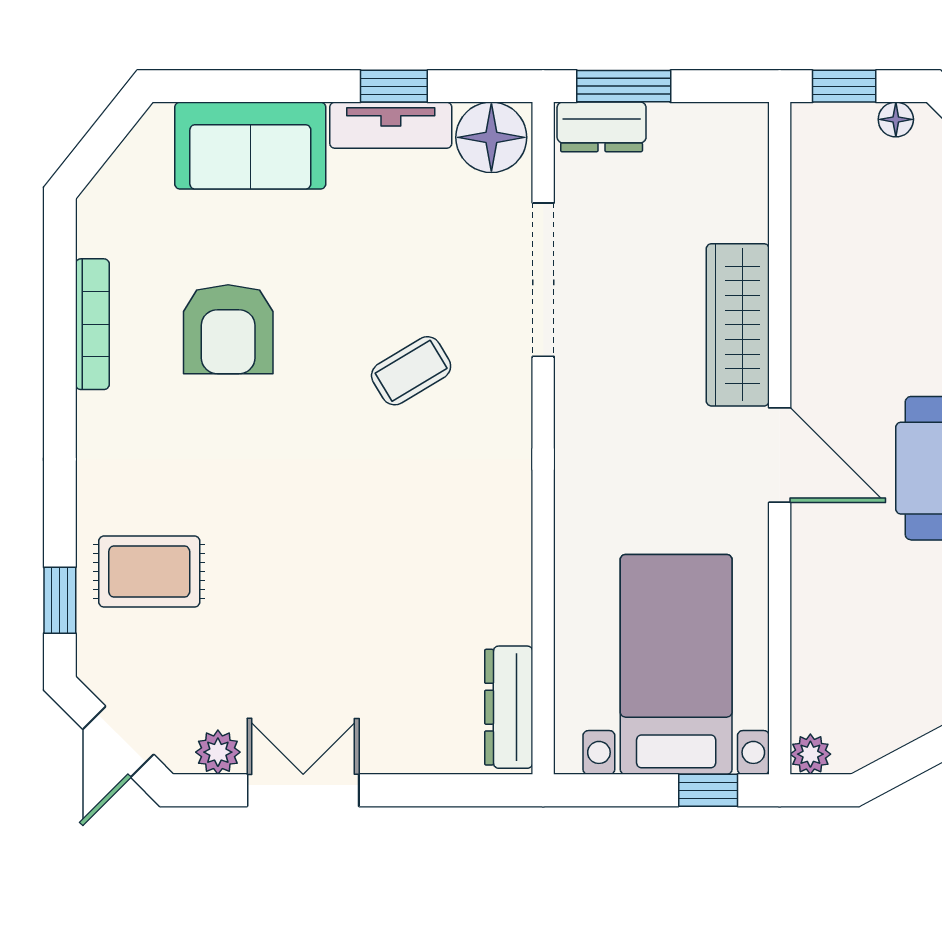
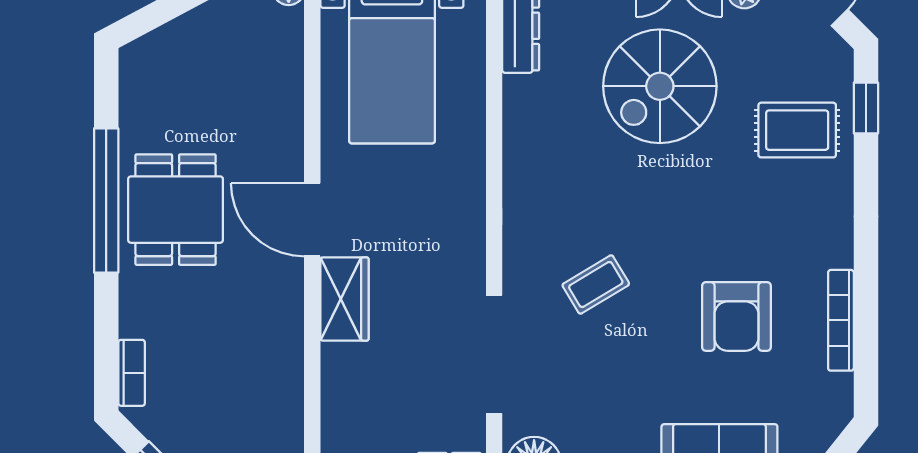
wardrobe: (738, 325) -> (345, 299), width x0.67
armchair: (228, 329) -> (736, 316), turned 180
spiral stairs: (328, 629) -> (660, 86), added

